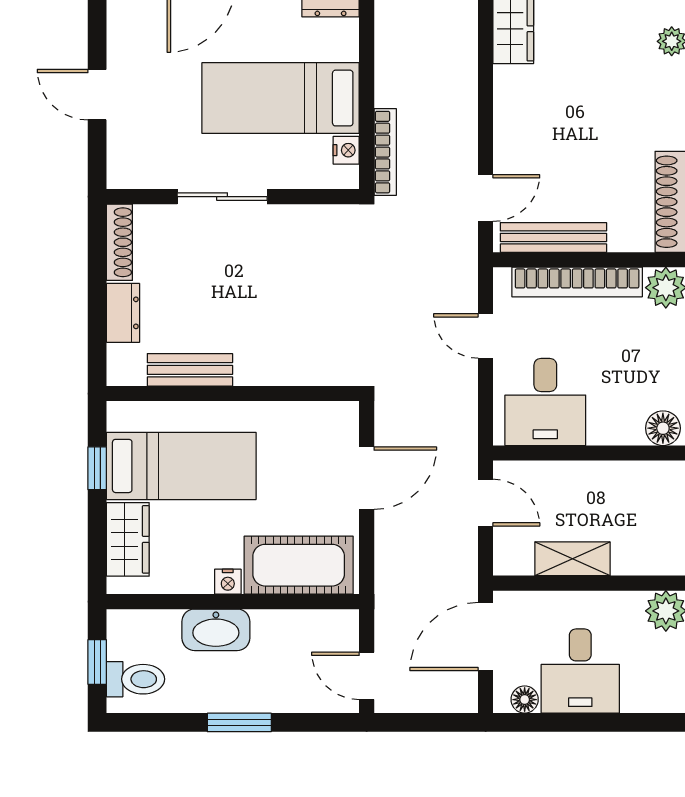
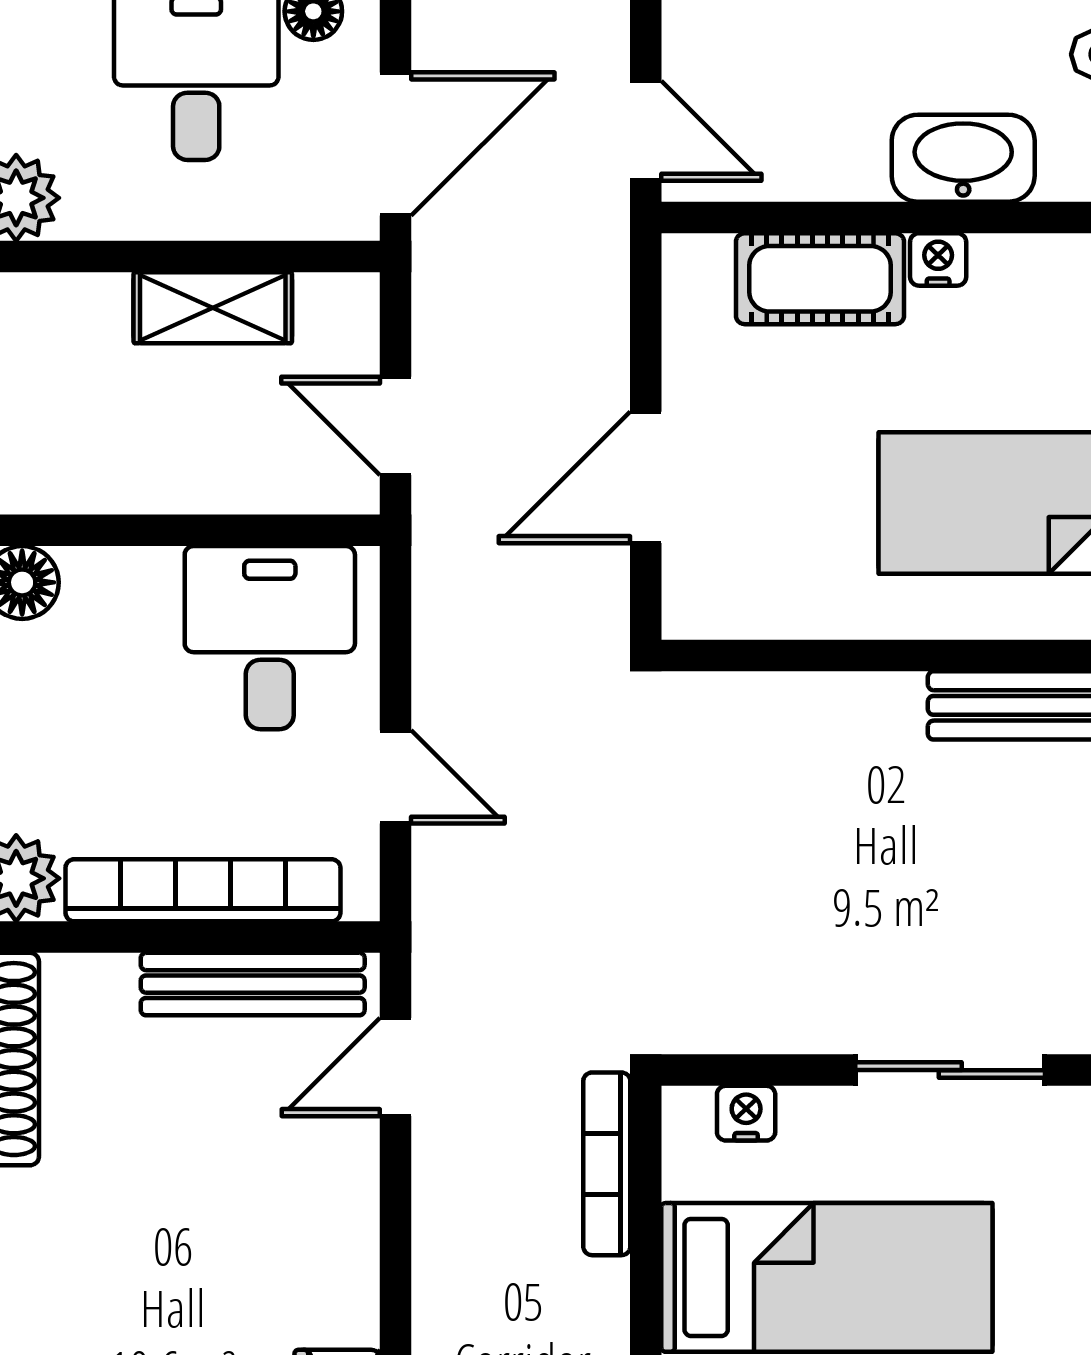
nightstand: (346, 150) -> (746, 1113), moved, turned 90
cot: (299, 565) -> (820, 279), width x0.73, depth x0.75
door: (367, 676) -> (646, 131), moved

